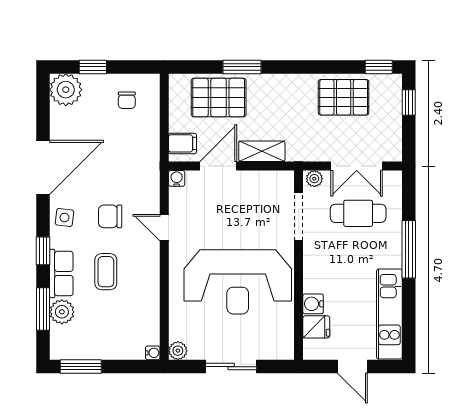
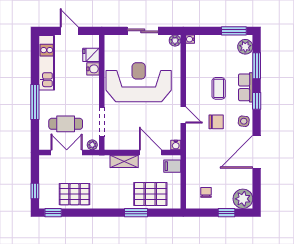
door: (218, 166) -> (150, 152), swing flipped
plant: (62, 312) -> (245, 47), moved

